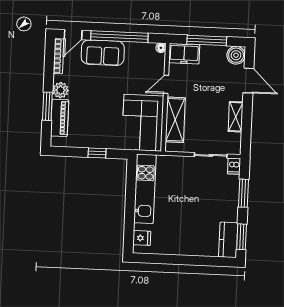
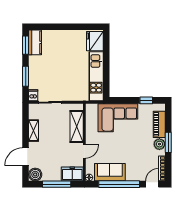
sofa: (103, 53) -> (110, 172), moved
door: (248, 81) -> (26, 157), hinge flipped
window: (47, 106) -> (168, 142), moved
corner sofa: (143, 123) -> (118, 118), moved, turned 90
window: (97, 153) -> (146, 100), moved
fridge: (142, 238) -> (95, 41), width x1.88, depth x1.34

